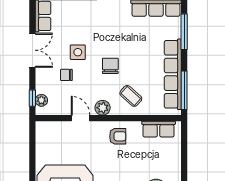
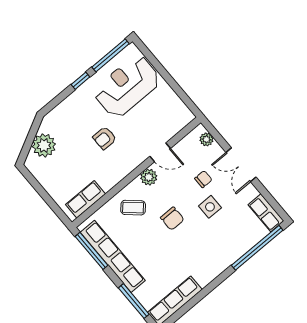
double door: (32, 50) -> (241, 165), moved
window: (32, 98) -> (216, 135), removed
armchair: (118, 136) -> (105, 138), moved

